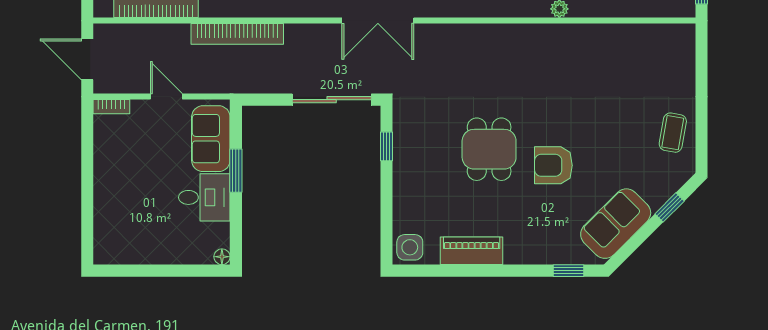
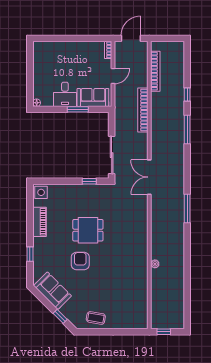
window: (568, 271) -> (30, 254), moved

